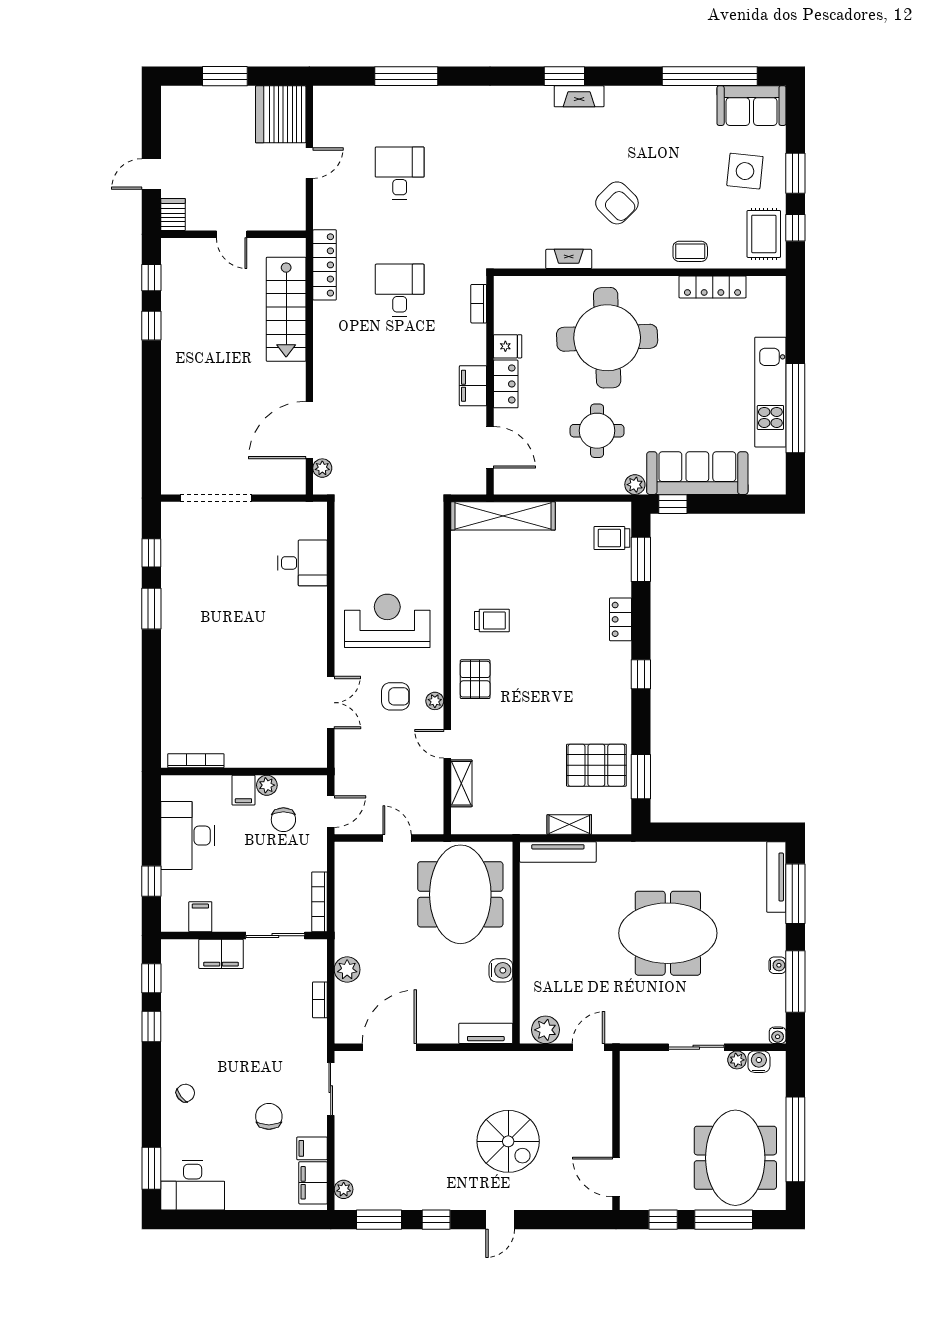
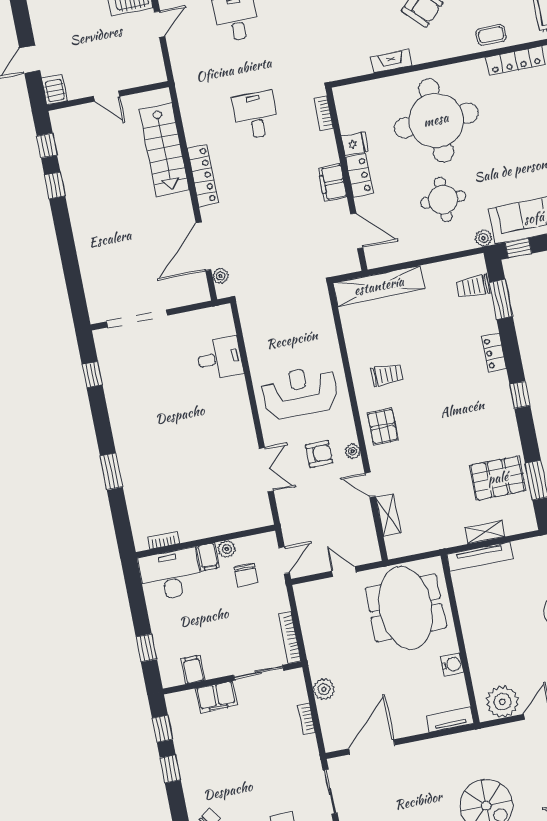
locker: (325, 265) -> (203, 176), moved
window: (151, 609) -> (111, 471), moved
bookcase: (196, 761) -> (164, 540), width x0.64
desk: (188, 836) -> (171, 575), moved, turned 90
plant: (546, 1030) -> (502, 702), width x1.36, depth x1.36

